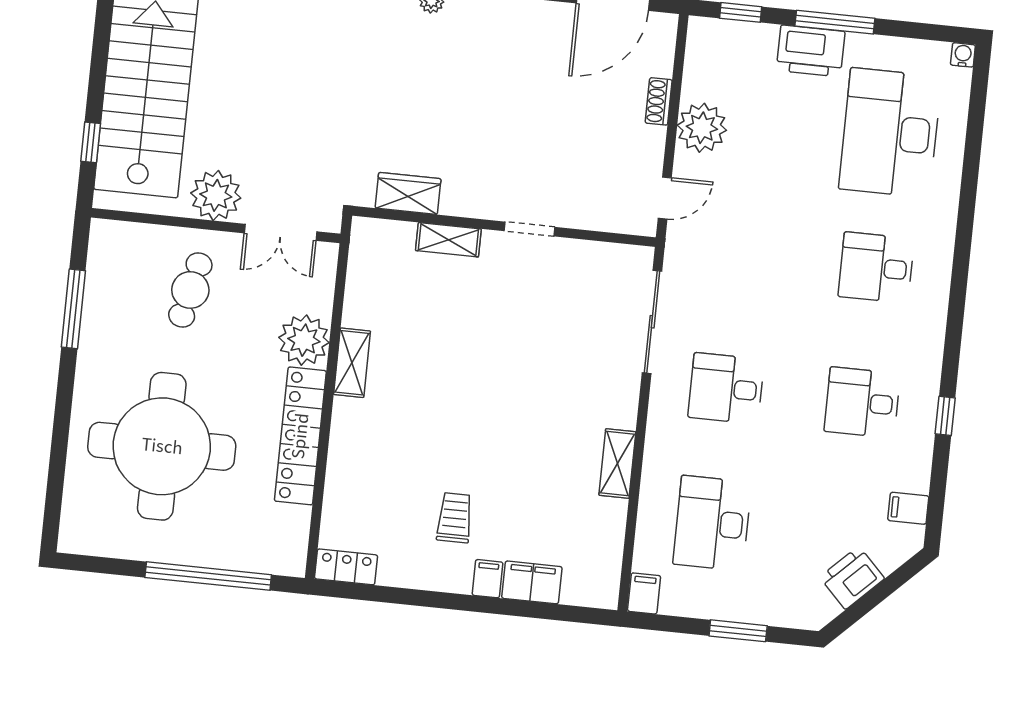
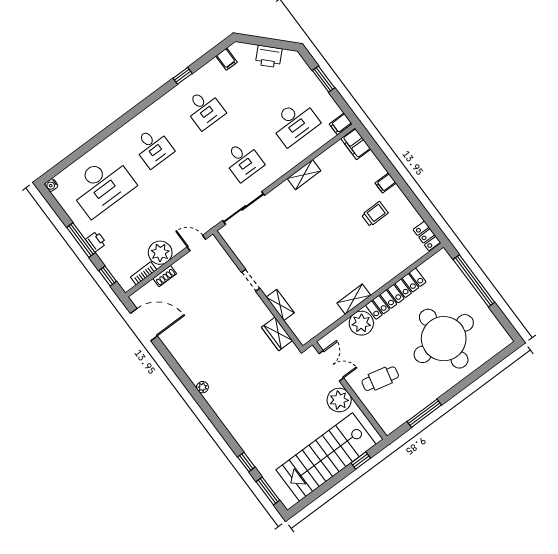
printer: (811, 51) -> (96, 241), width x0.53, depth x0.68
bookcase: (693, 72) -> (144, 273), added
trolley: (455, 518) -> (375, 214), turned 180
filing cabinet: (532, 582) -> (356, 144), moved

